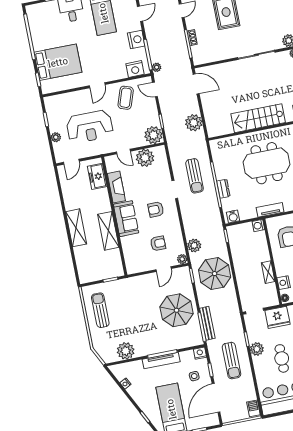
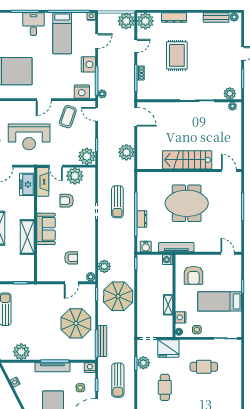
fireplace: (116, 187) -> (43, 182), moved
armchair: (156, 209) -> (67, 201), moved
tv unit: (270, 210) -> (176, 247), width x1.41
plant: (257, 349) -> (143, 363), moved

